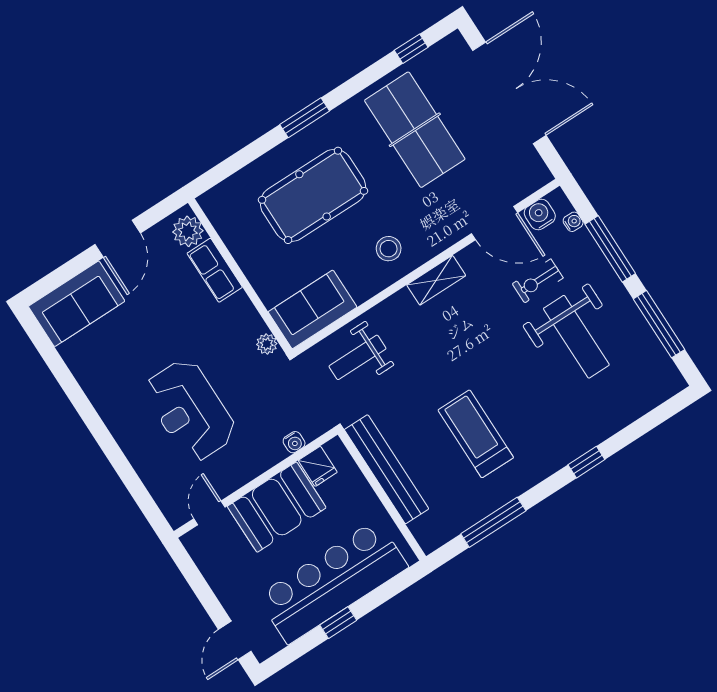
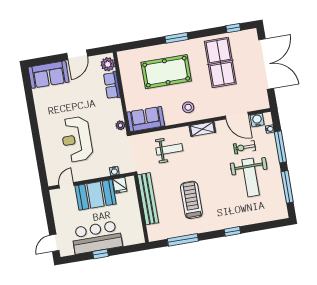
weight bench: (357, 357) -> (169, 149), moved, turned 180
bar counter: (333, 582) -> (97, 237), width x0.73

